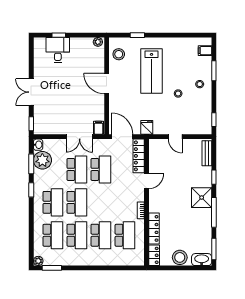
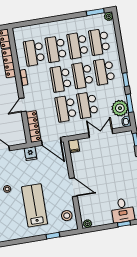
double door: (80, 137) -> (101, 133), moved
school desk: (101, 202) -> (61, 79), added

